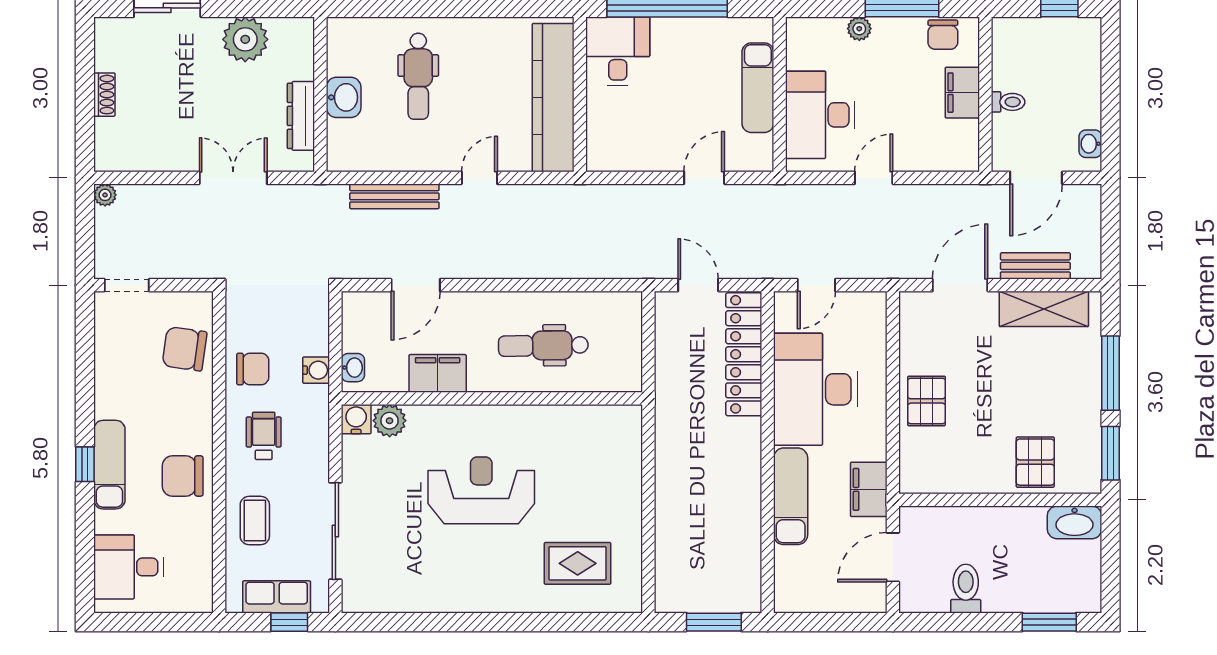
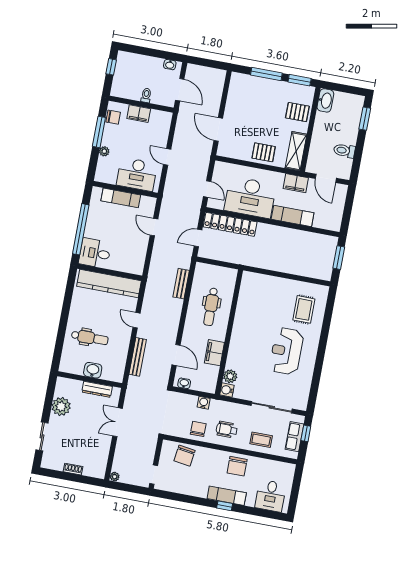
bench: (1035, 266) -> (181, 284), moved
shelving: (1044, 309) -> (296, 151), moved
washbasin: (353, 368) -> (184, 383), moved
reception desk: (481, 490) -> (286, 351), moved

